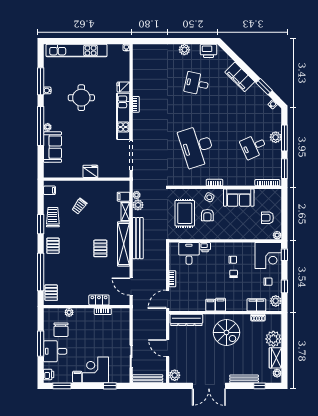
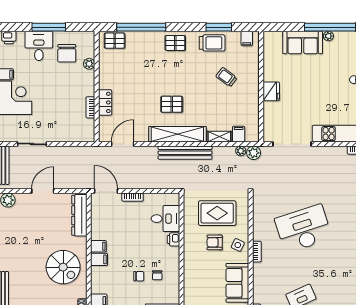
plant: (138, 205) -> (254, 153), moved
window: (41, 224) -> (219, 27), moved
chair: (61, 330) -> (67, 53), turned -90
spiral stairs: (226, 333) -> (63, 267), turned -90

